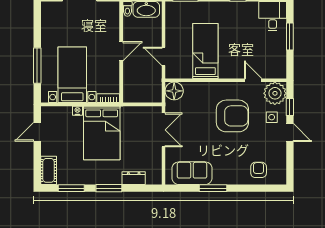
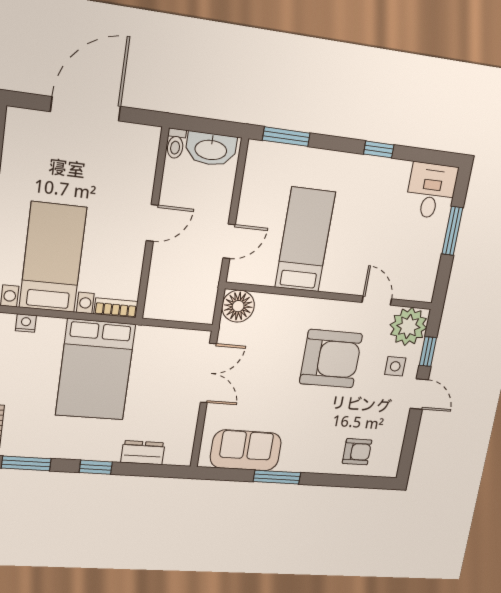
door: (164, 56) -> (229, 241), swing flipped
nightstand: (77, 111) -> (26, 323), moved
armchair: (259, 170) -> (357, 452), turned 90
window: (109, 188) -> (96, 467), width x0.67

